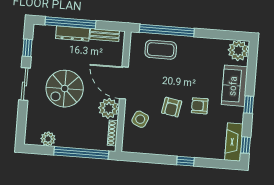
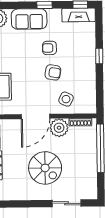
window: (27, 48) -> (12, 204), removed
sliding door: (25, 84) -> (66, 203), moved
armchair: (200, 106) -> (49, 48), turned 90
plant: (48, 139) -> (91, 178), removed

